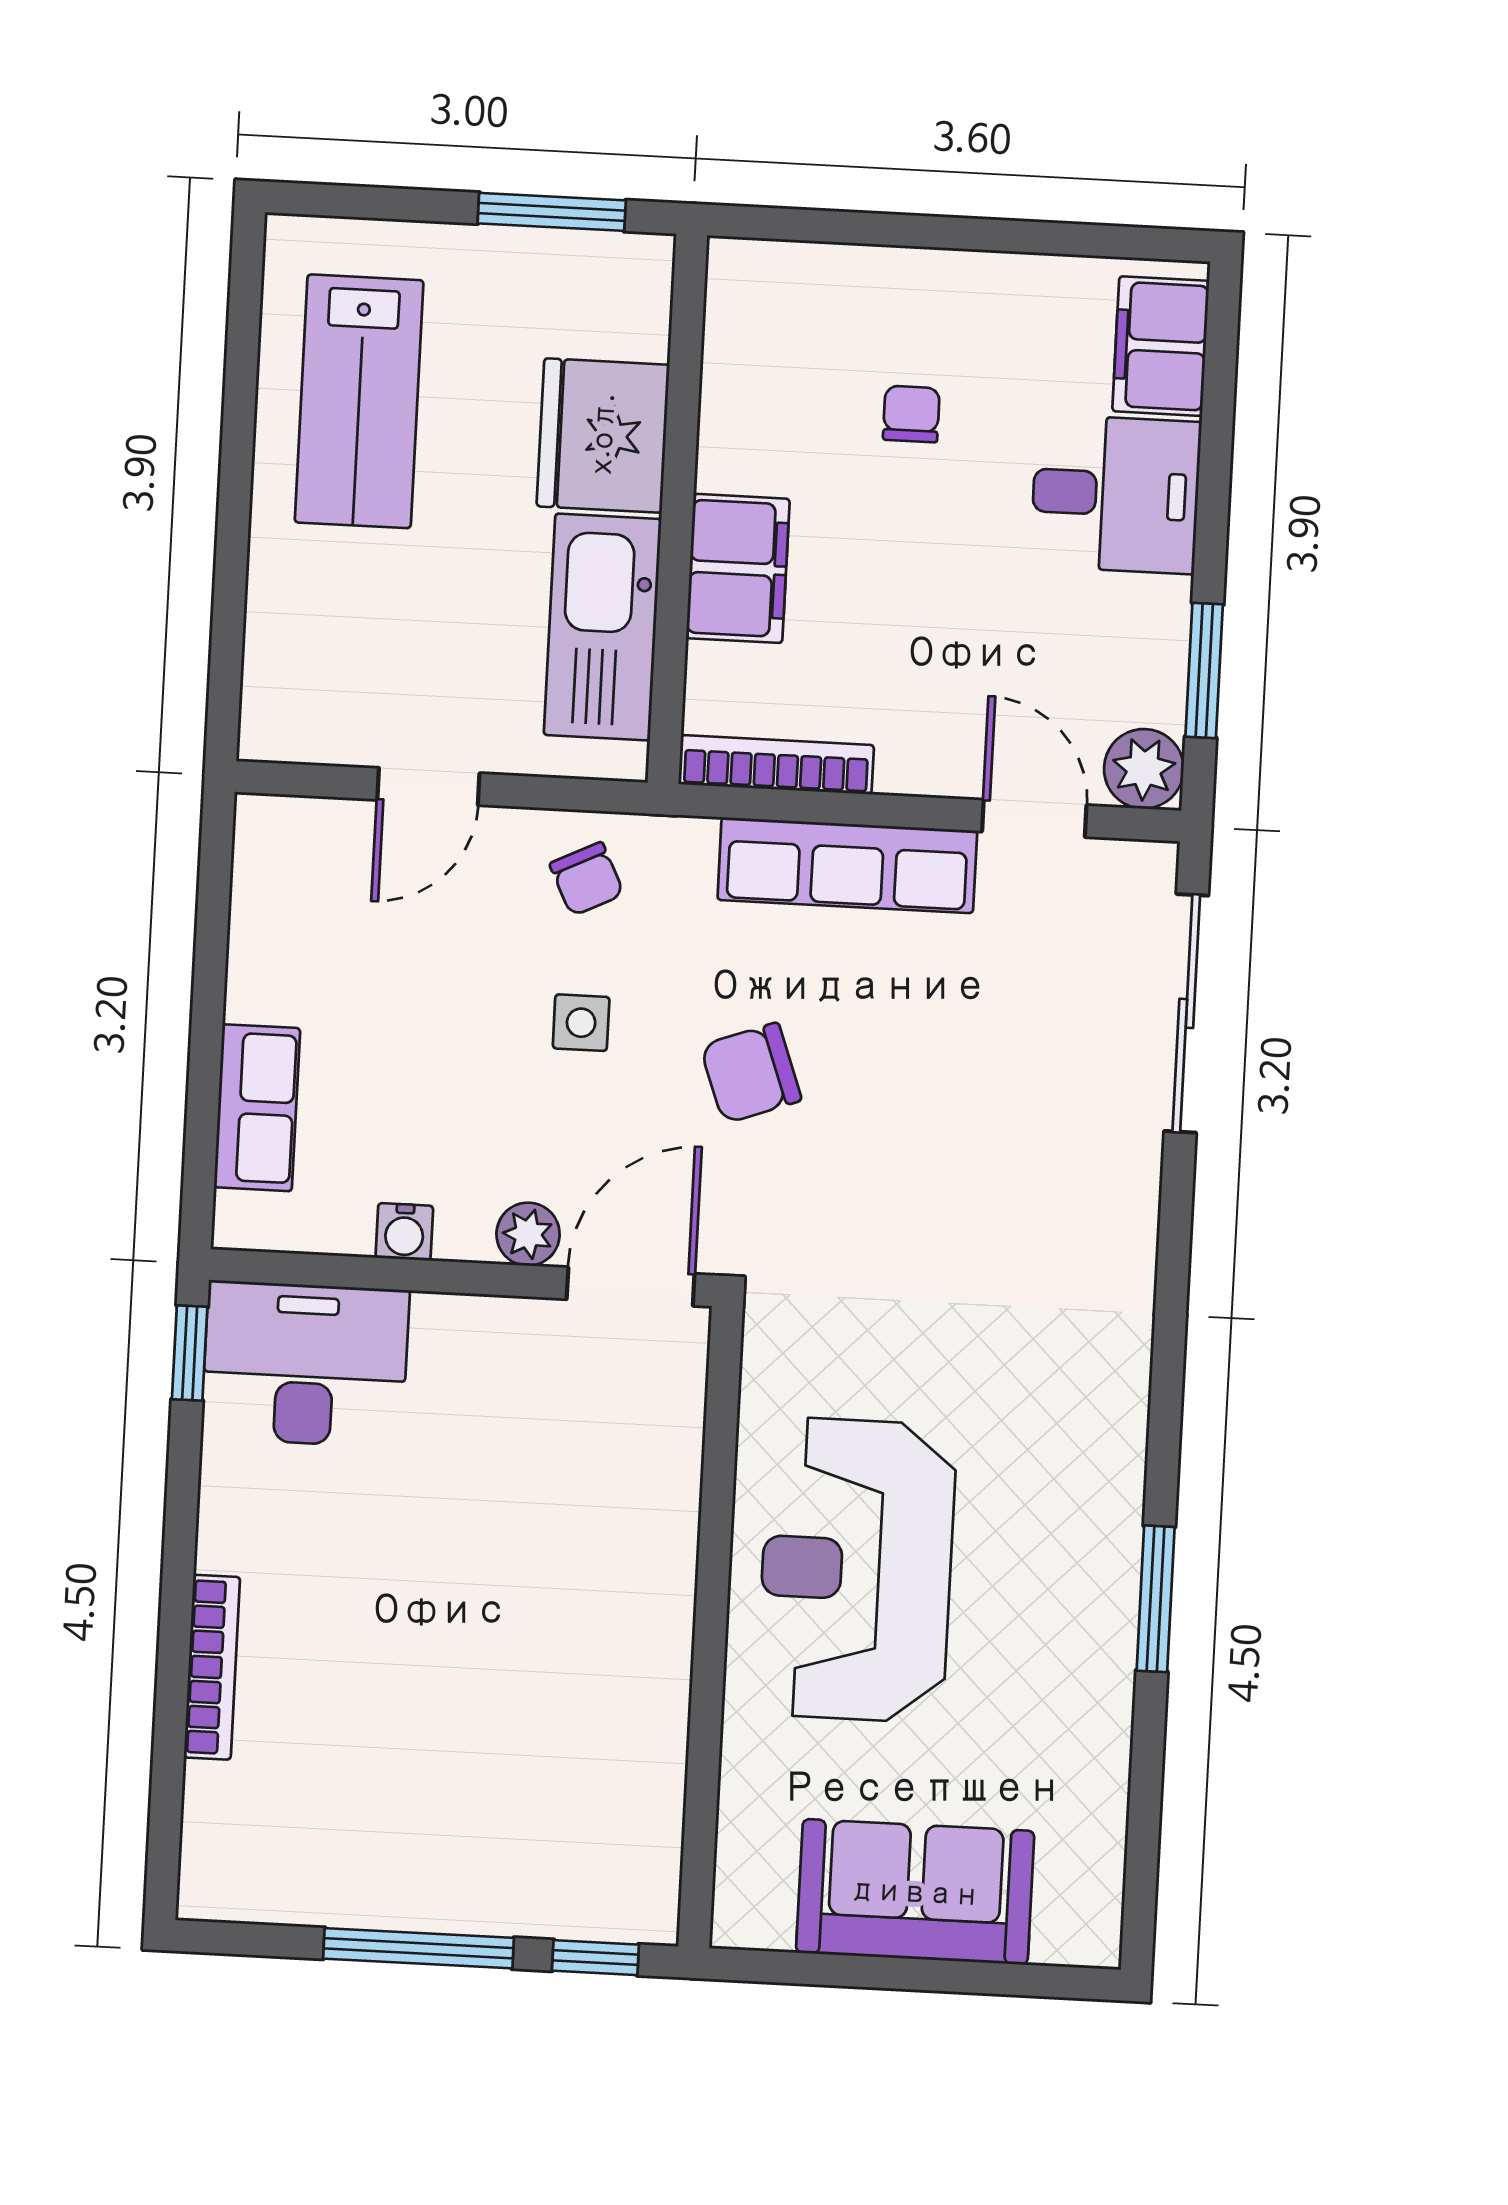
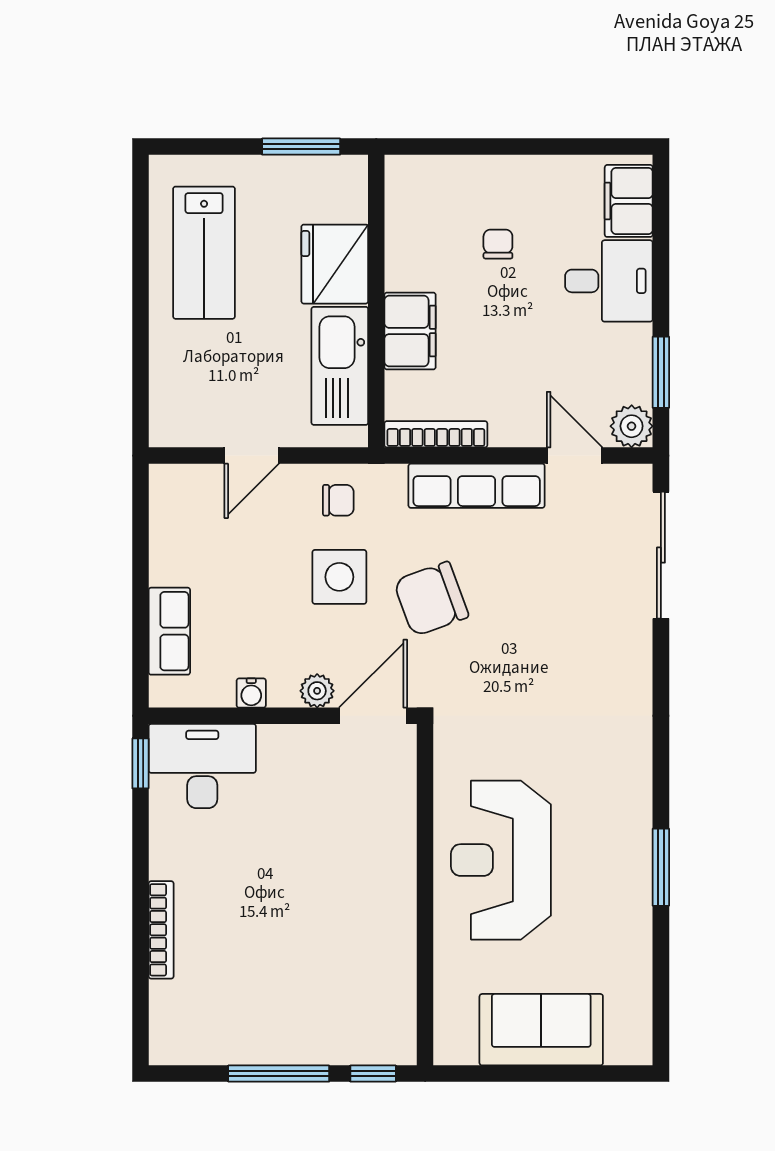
chair: (587, 879) -> (338, 500), turned -64
side table: (581, 1023) -> (339, 577), width x1.87, depth x1.87
chair: (751, 1073) -> (431, 599), width x1.37, depth x1.37

